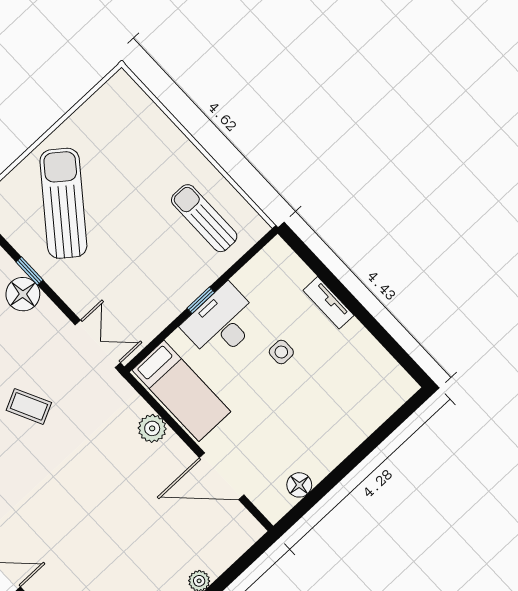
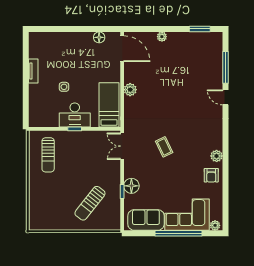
sun lounger: (63, 203) -> (90, 203), width x0.73, depth x0.75
tv unit: (328, 303) -> (33, 71), moved
plant: (152, 428) -> (130, 90), moved
door: (222, 476) -> (122, 49), moved

